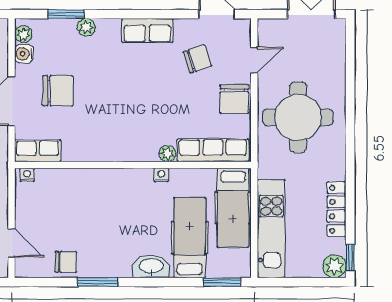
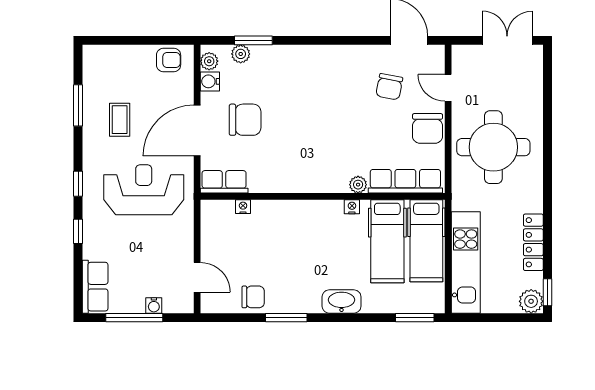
plant: (86, 27) -> (241, 54), moved
row of seats: (147, 31) -> (337, 57), removed
chair: (197, 59) -> (389, 87), turned 119
door: (254, 60) -> (448, 88), swing flipped
nightstand: (27, 175) -> (243, 207), moved
hospital bed: (190, 238) -> (387, 241), moved, turned 180

